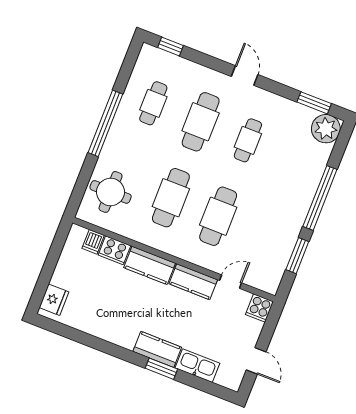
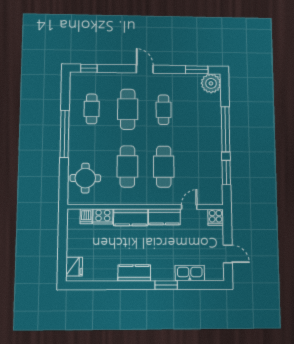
kitchen counter: (157, 349) -> (134, 273), moved

